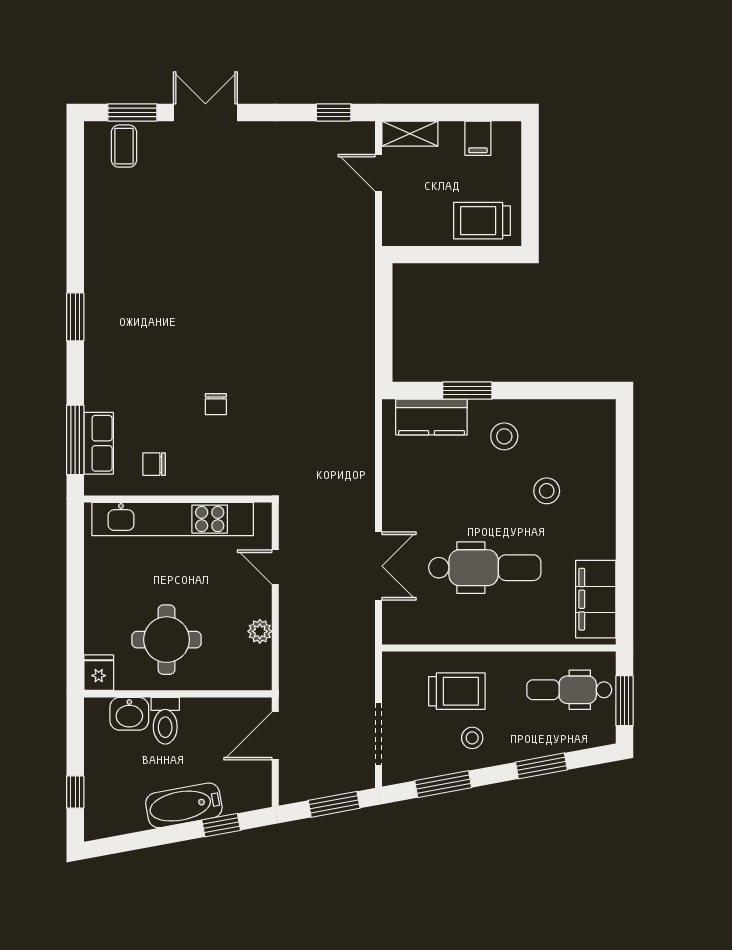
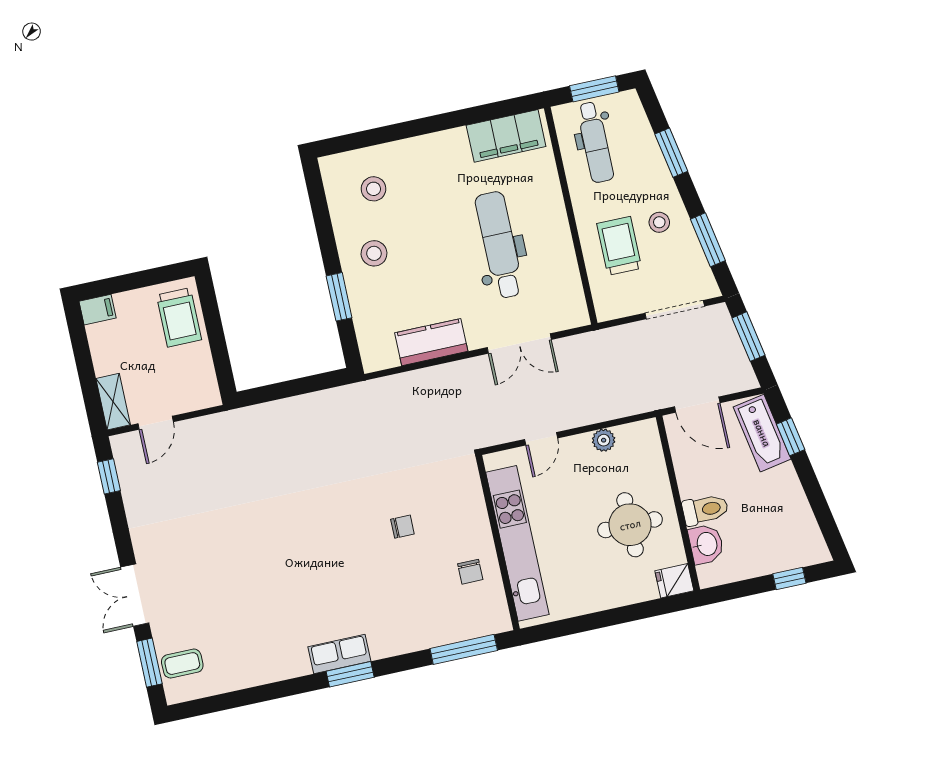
filing cabinet: (478, 138) -> (98, 310), moved
kitchen counter: (431, 417) -> (431, 342), moved, turned -90
row of seats: (99, 443) -> (339, 654), moved
stool: (547, 491) -> (374, 189), moved
double door: (379, 566) -> (519, 344), swing flipped
bathtub: (184, 805) -> (762, 433), moved

